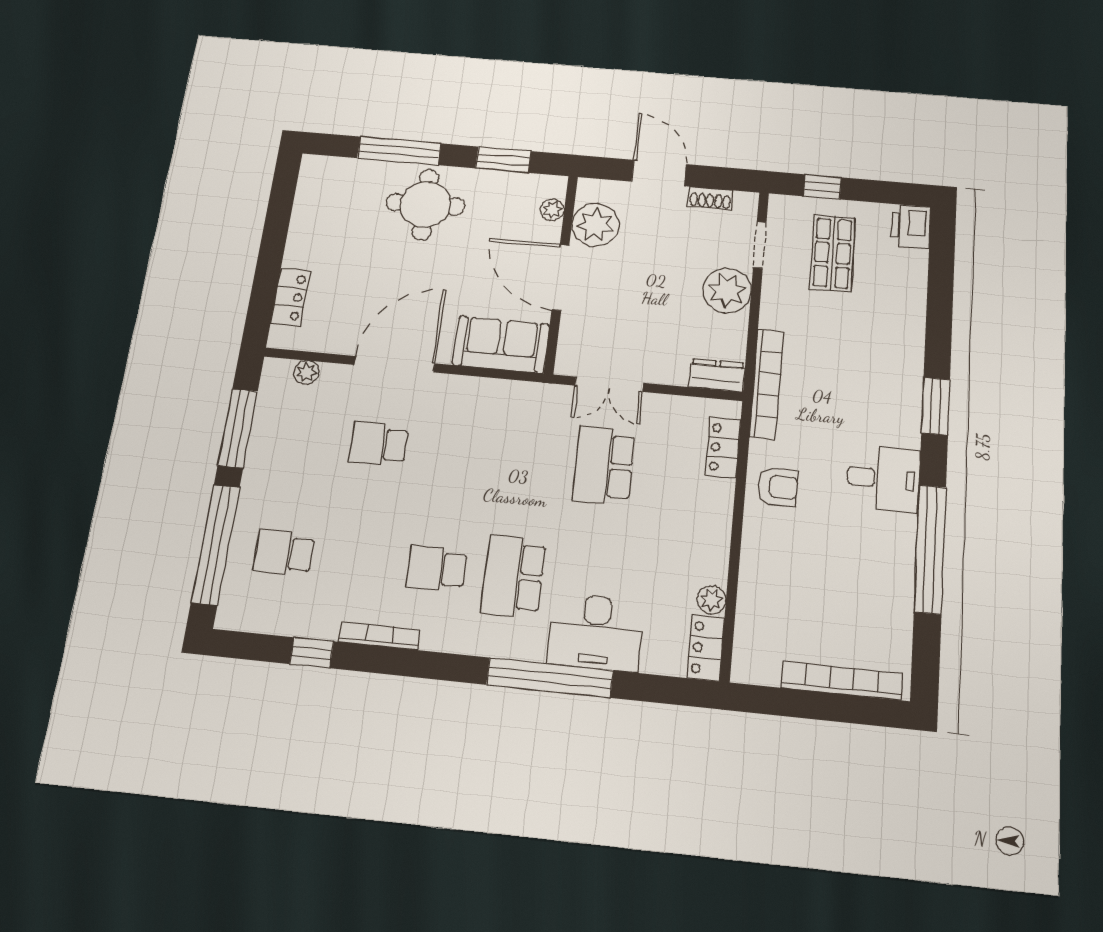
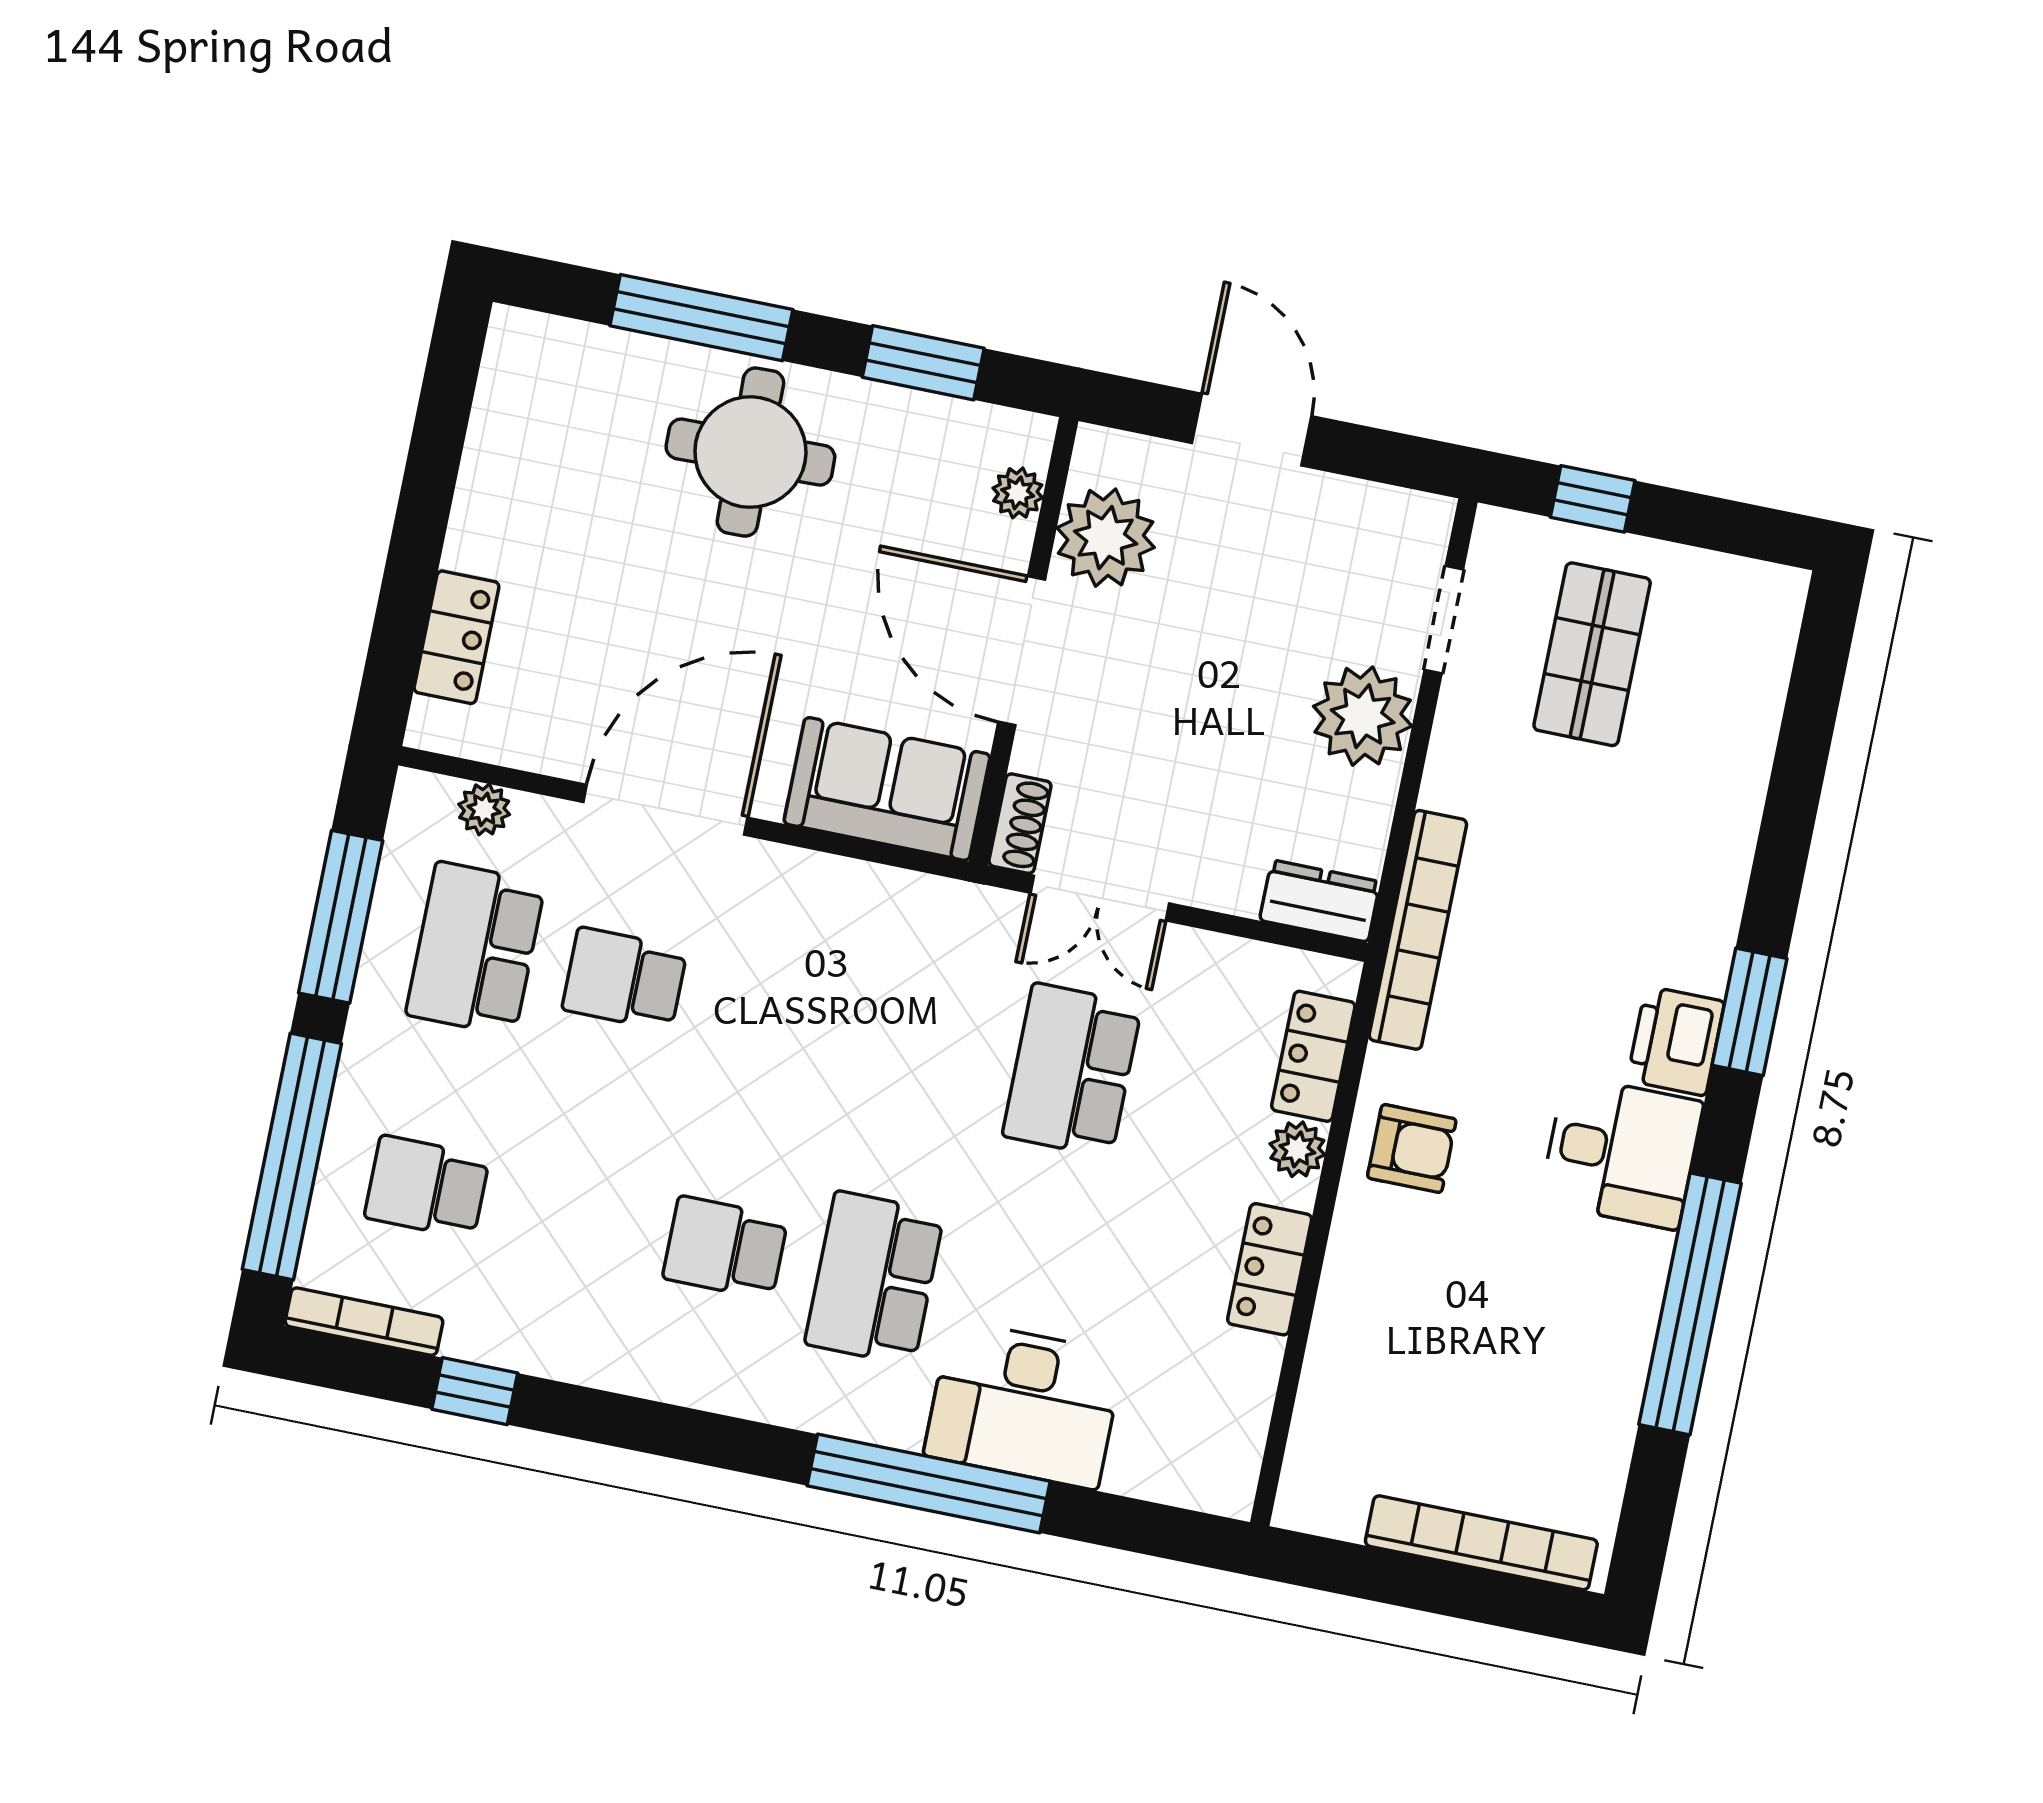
shoe rack: (710, 198) -> (1020, 824), moved, turned -90
printer: (911, 226) -> (1676, 1041), moved
school desk: (304, 437) -> (475, 949), added
plant: (712, 600) -> (1297, 1149), moved
bookcase: (379, 636) -> (364, 1322), moved
locker: (706, 648) -> (1270, 1269), moved

